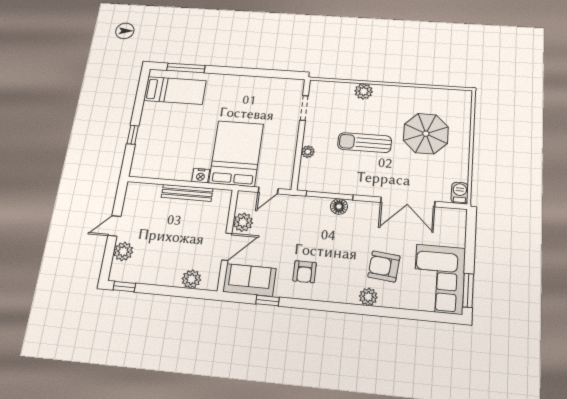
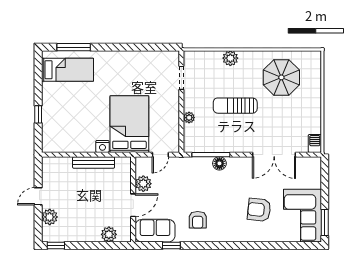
parasol: (426, 134) -> (281, 77), moved
plant: (368, 297) -> (249, 235), removed

